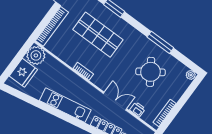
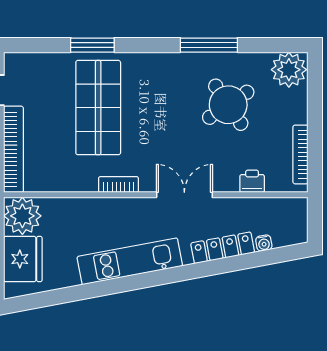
shop shelf: (98, 35) -> (98, 108), turned 90
plant: (191, 75) -> (289, 70), width x1.88, depth x1.88
double door: (115, 101) -> (184, 195), moved

